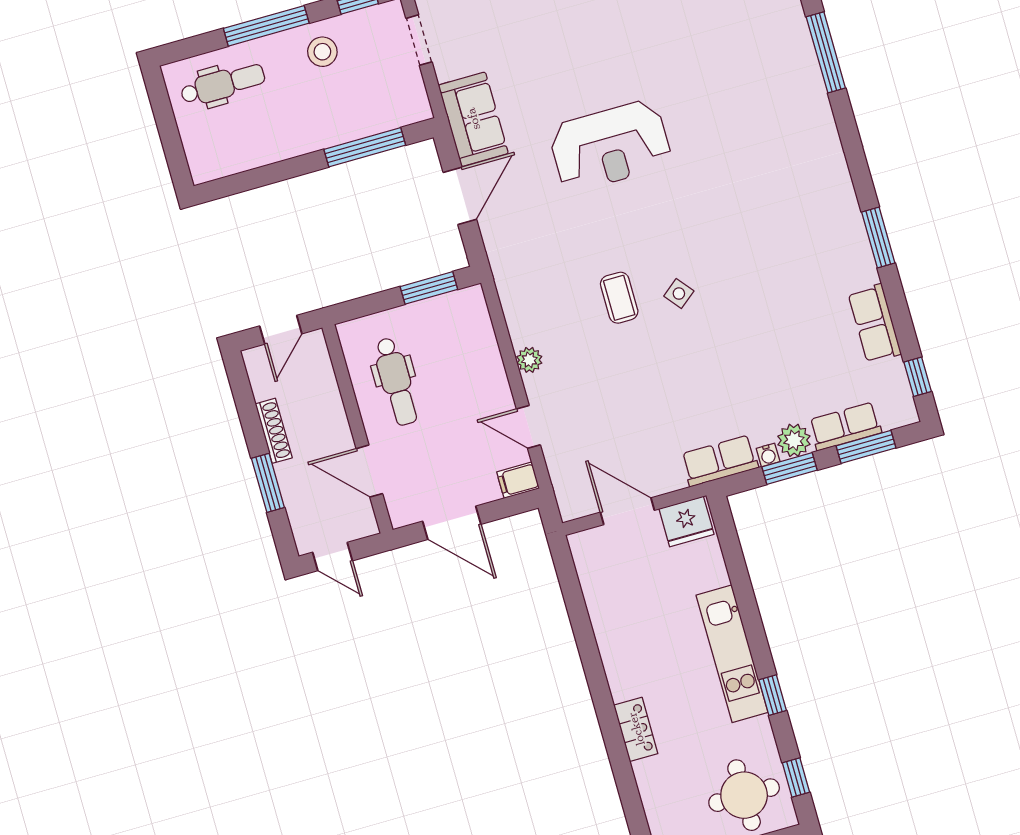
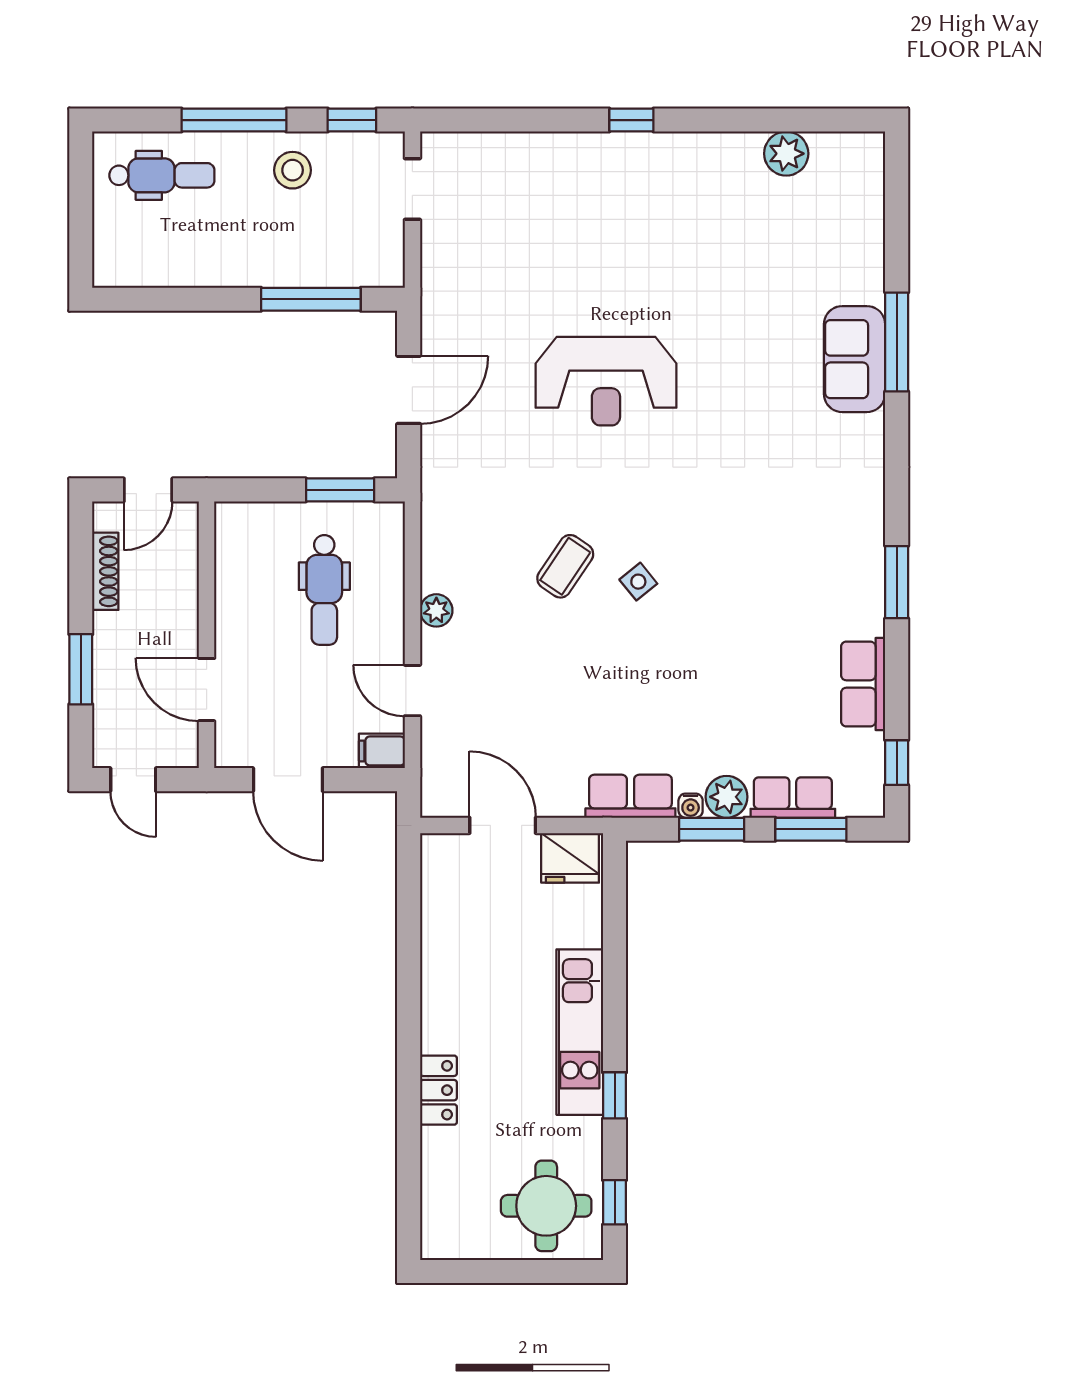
sofa: (473, 119) -> (855, 359), moved, turned 180
coffee table: (619, 298) -> (565, 566), turned 34
dental chair: (396, 382) -> (324, 590), moved
shoe rack: (274, 431) -> (105, 571), moved

